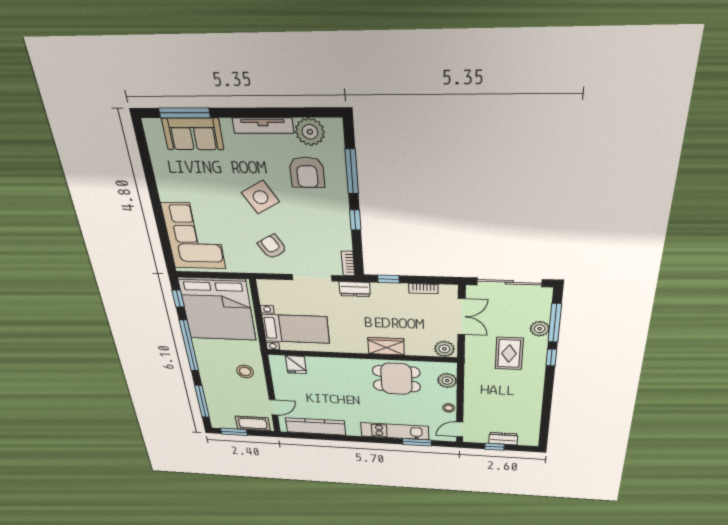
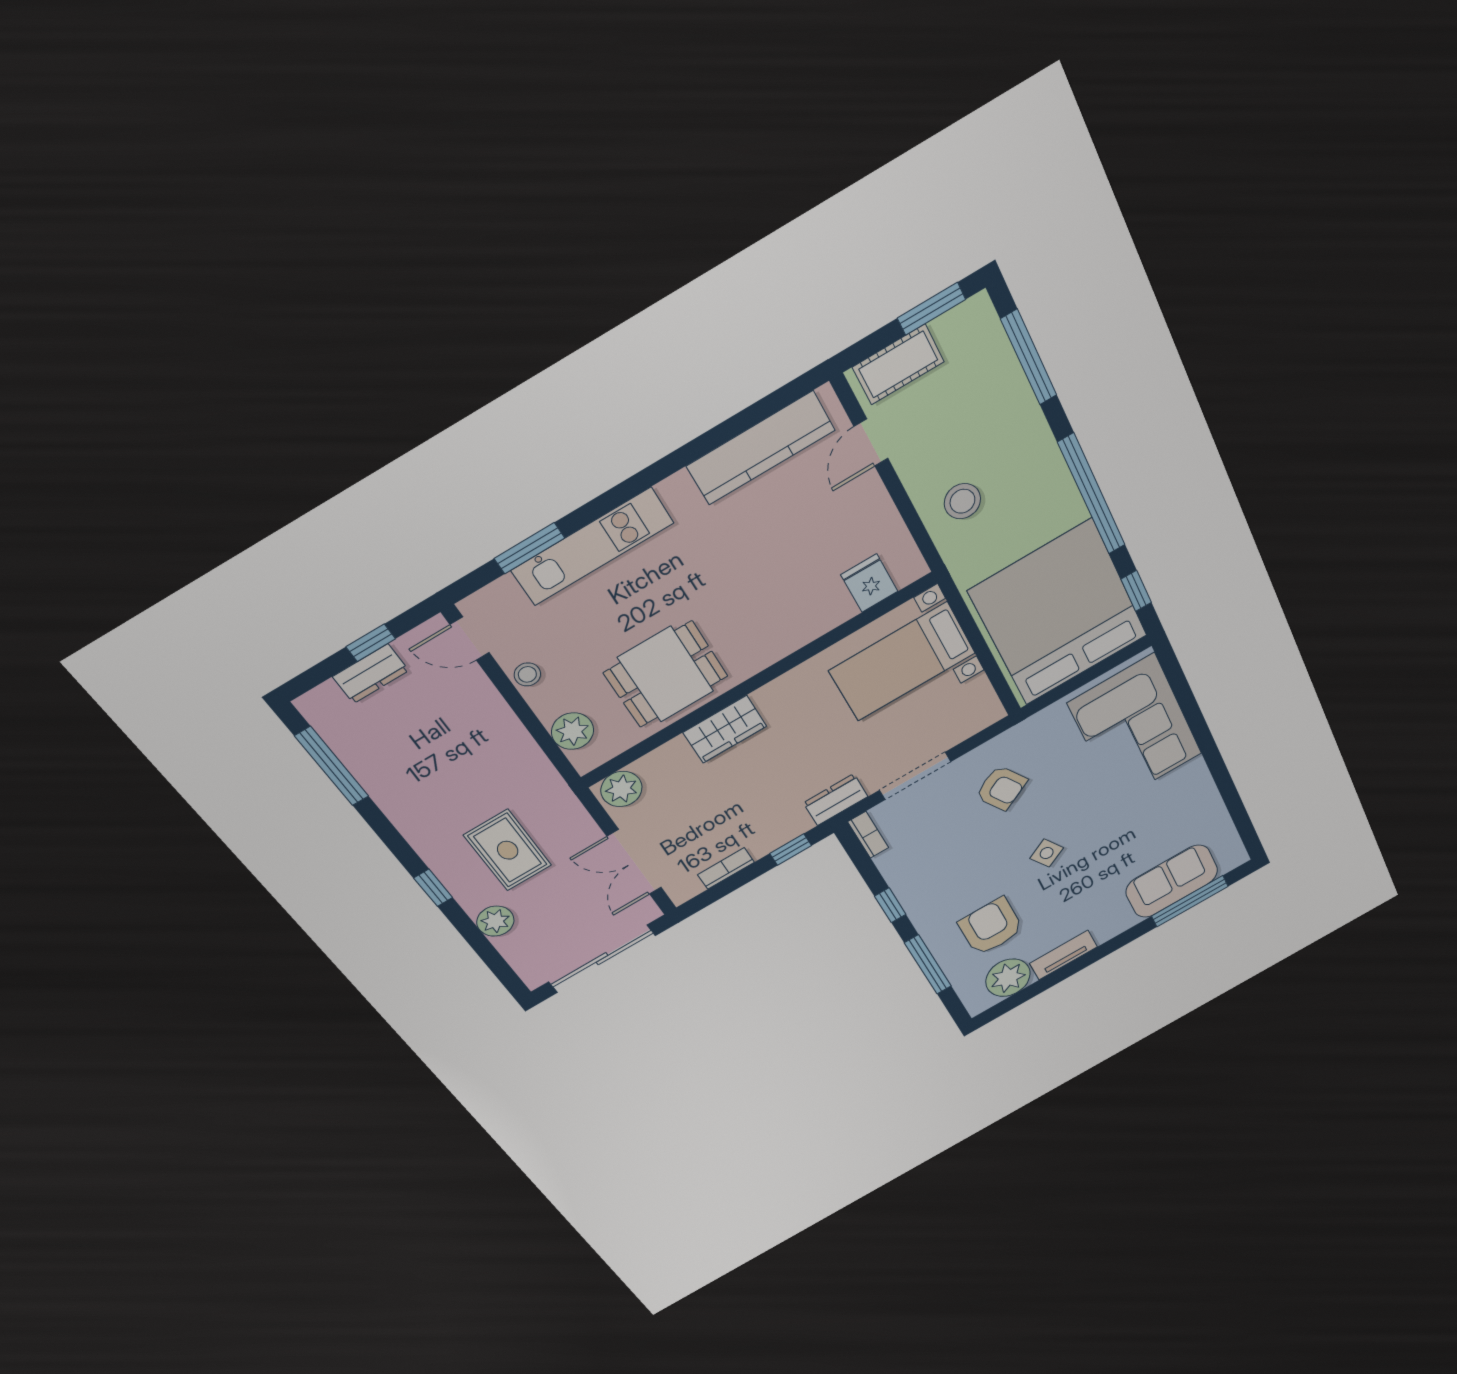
tv unit: (263, 126) -> (1063, 955), width x0.71
side table: (260, 197) -> (1047, 853), width x0.54, depth x0.54
window: (555, 323) -> (332, 766), moved
door: (460, 429) -> (470, 639), swing flipped

